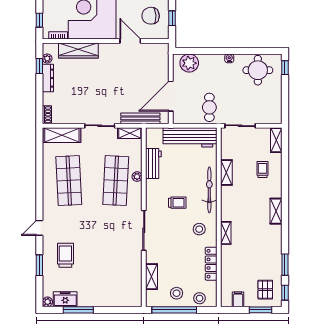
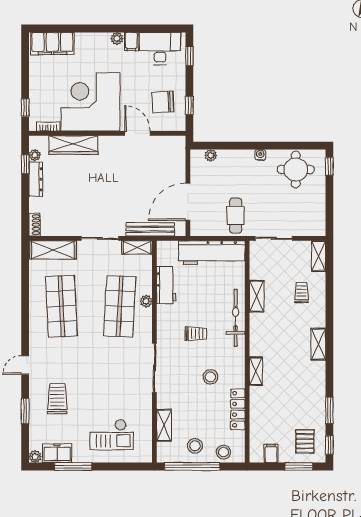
plant: (189, 63) -> (211, 155), width x0.53, depth x0.53
stool: (199, 229) -> (210, 377), moved
checkout: (109, 284) -> (112, 435), added

